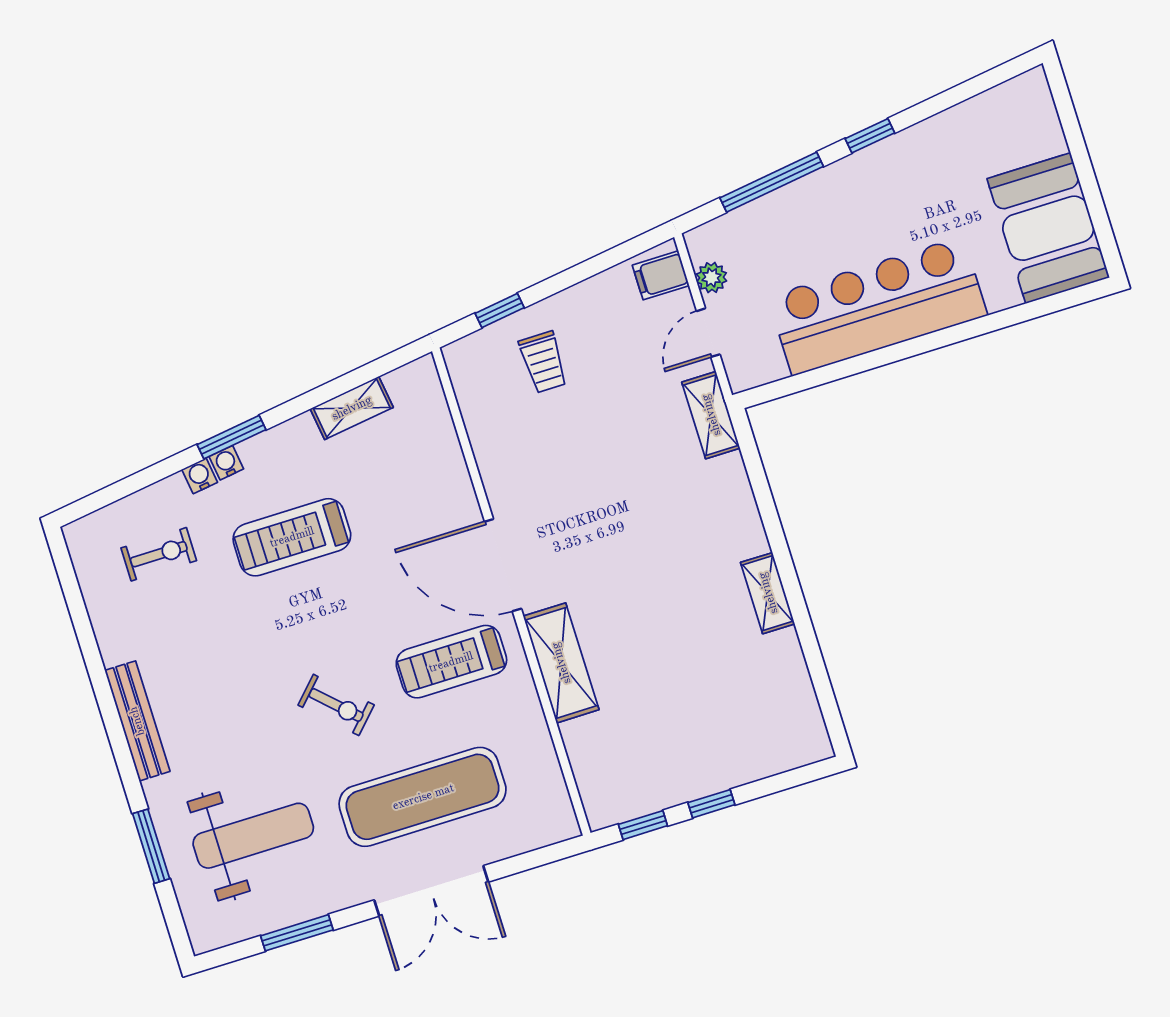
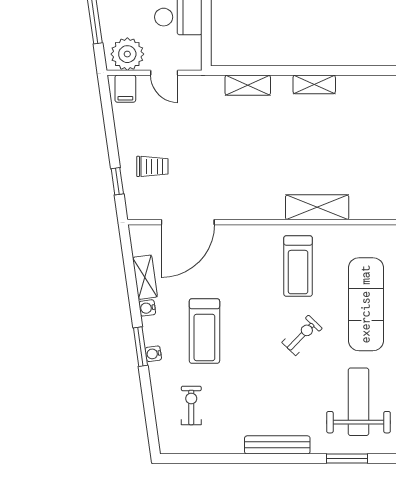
plant: (712, 278) -> (127, 54), width x1.88, depth x1.88
shelving: (711, 415) -> (248, 85), moved
water cooler: (200, 476) -> (147, 308), moved
door: (503, 565) -> (188, 222), moved

